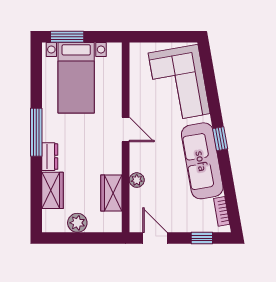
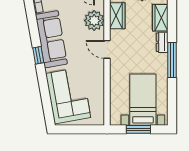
window: (67, 37) -> (138, 129), moved
door: (126, 130) -> (107, 49), moved
plant: (137, 180) -> (94, 21), width x1.87, depth x1.87

